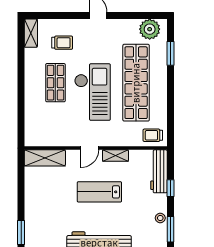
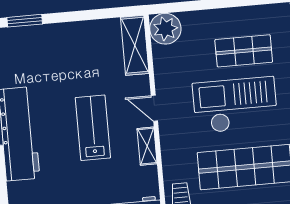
checkout: (92, 92) -> (235, 105), turned 180
plant: (35, 136) -> (165, 29), added

